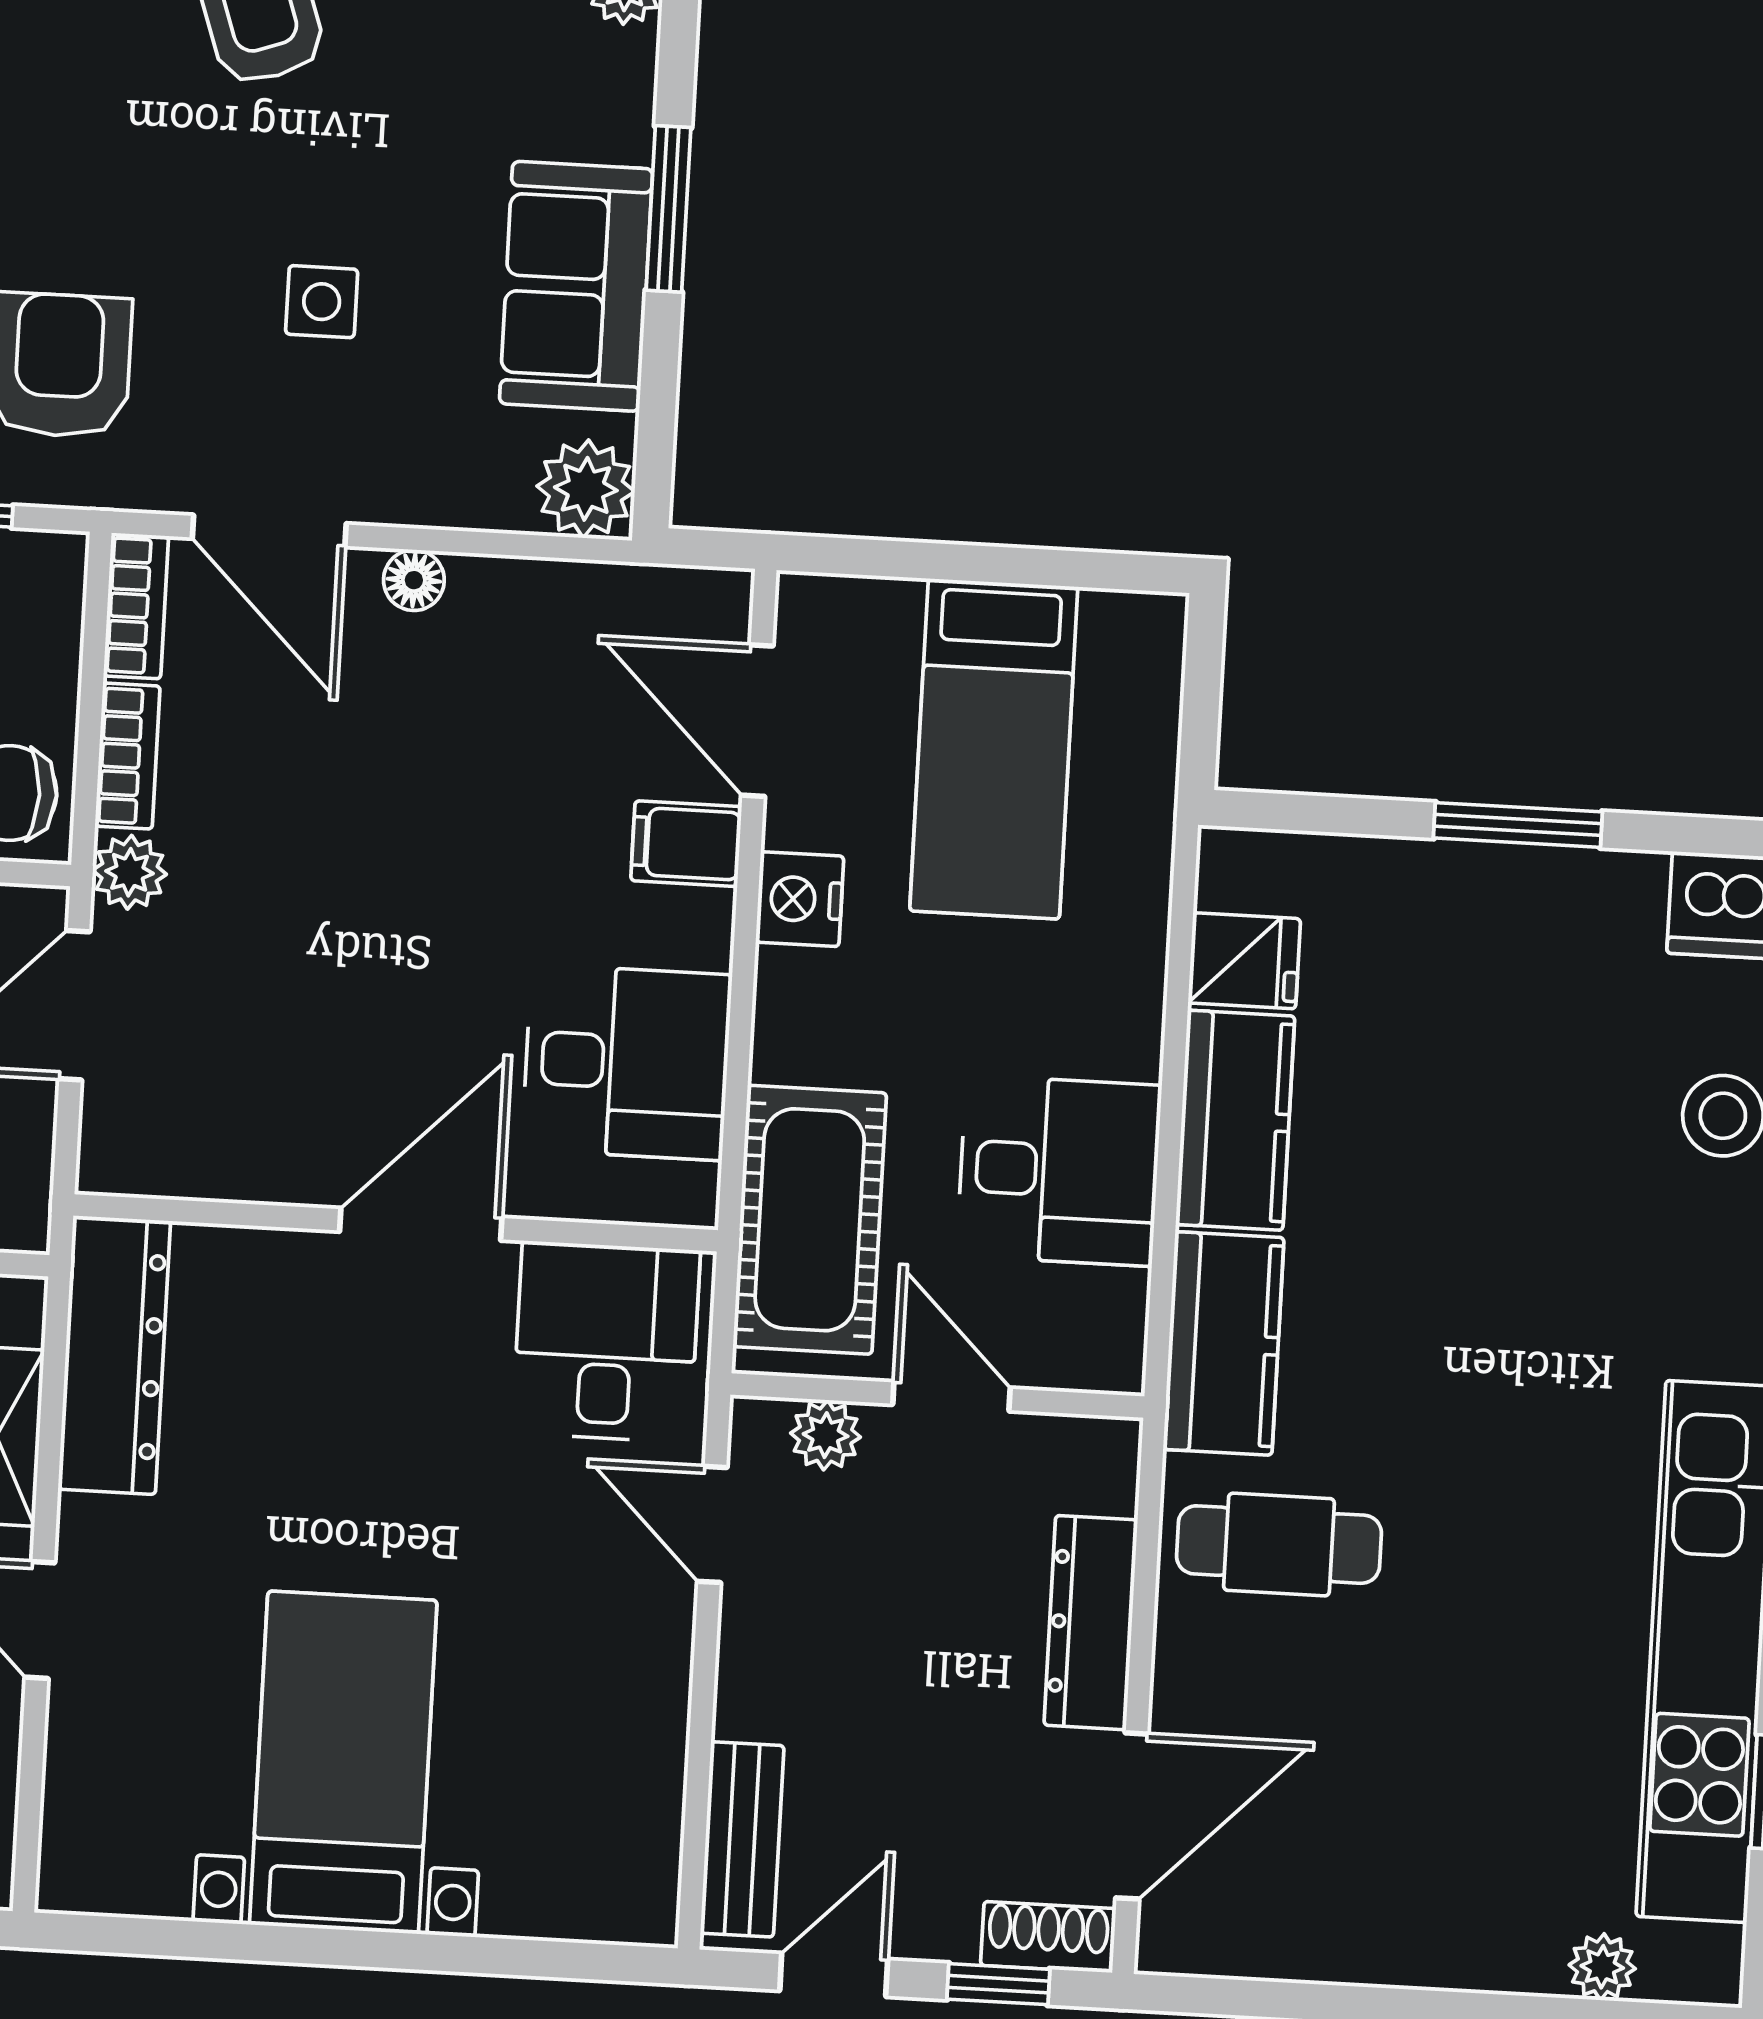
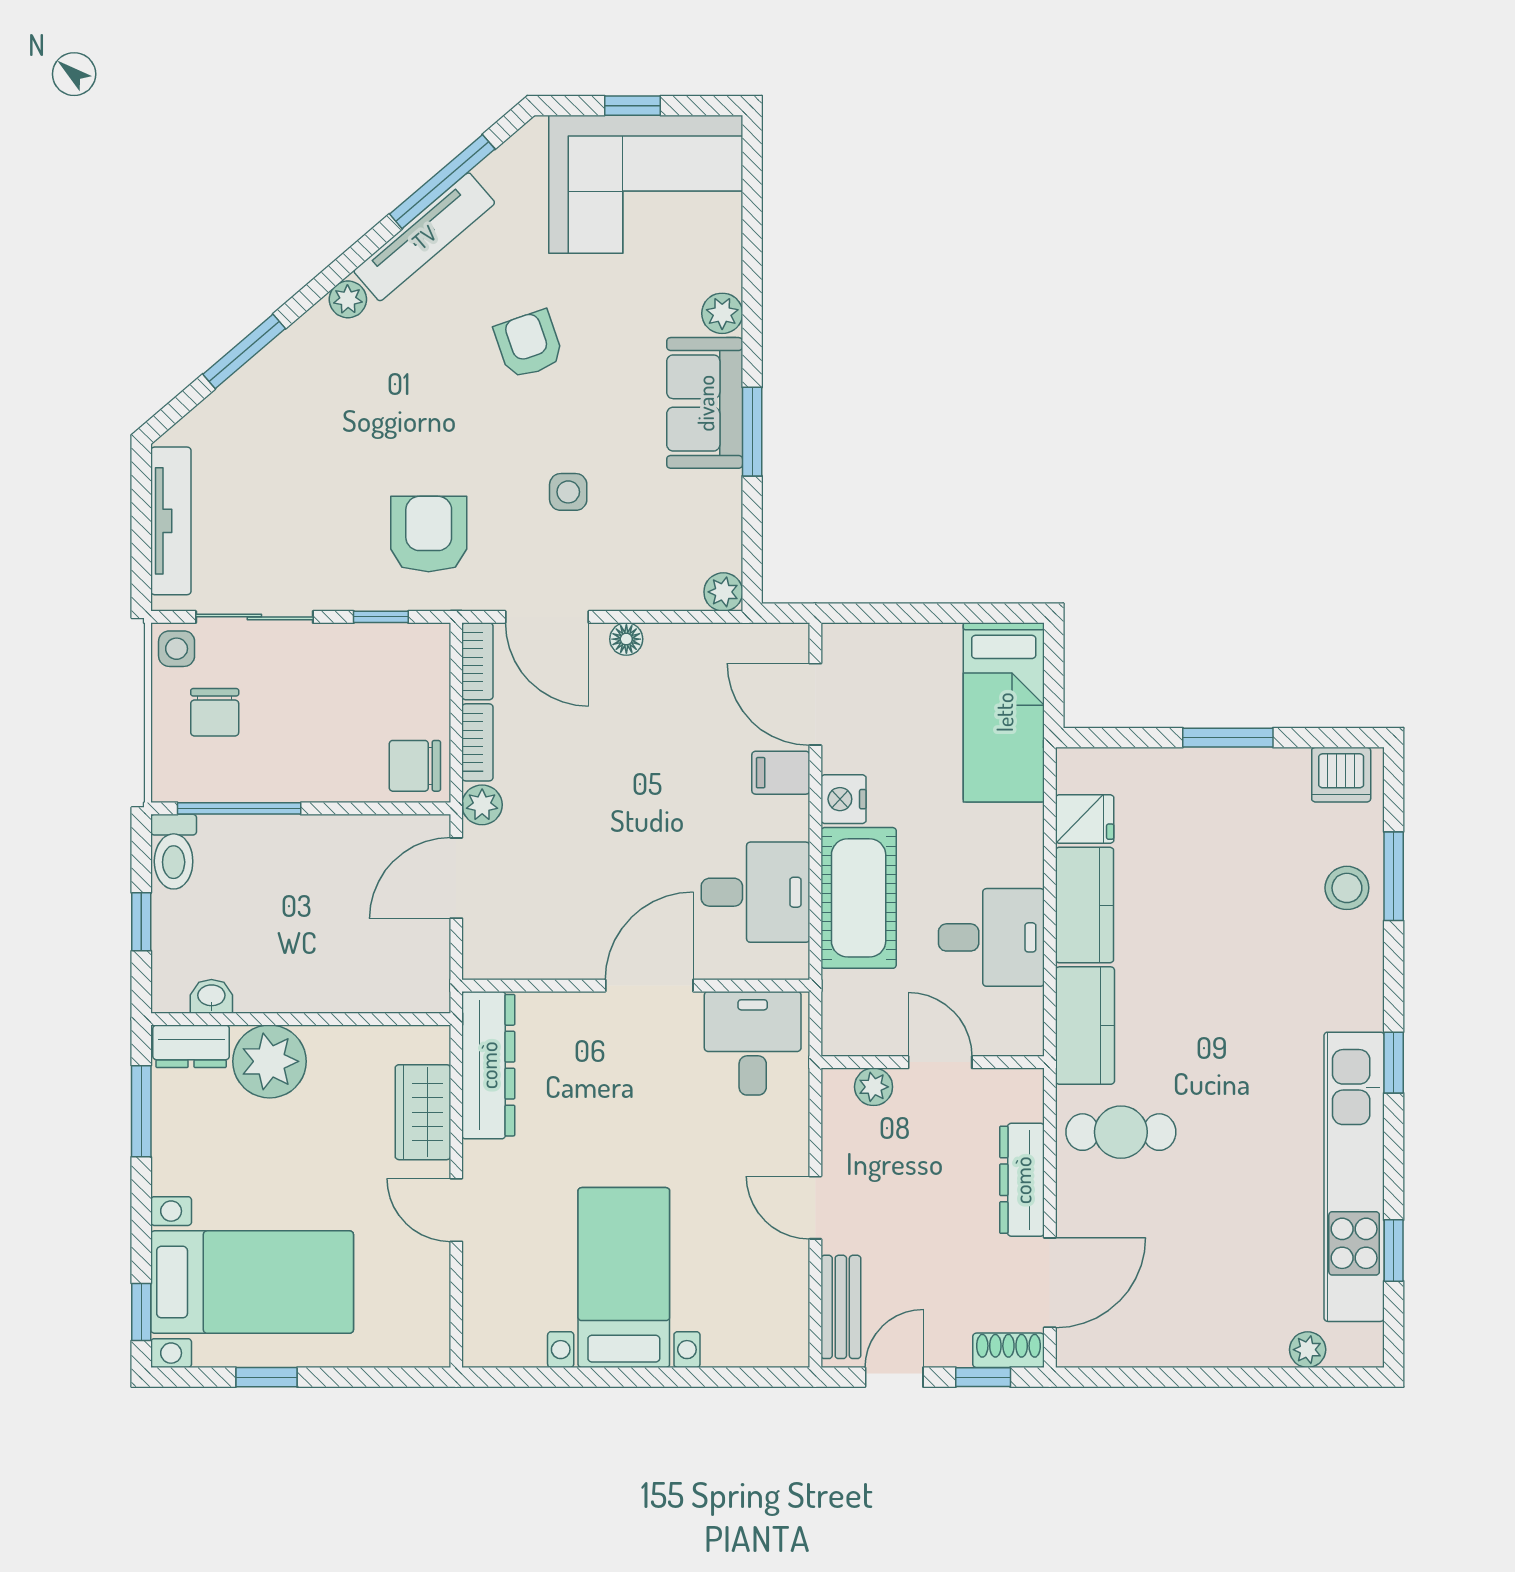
sofa: (576, 286) -> (705, 403), moved
plant: (586, 489) -> (723, 592), width x0.73, depth x0.73
bed: (994, 749) -> (1004, 712), moved
cot: (810, 1220) -> (859, 898), moved
door: (712, 1524) -> (815, 1208), moved

